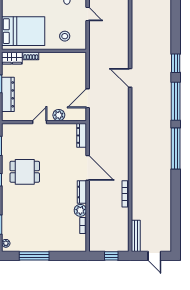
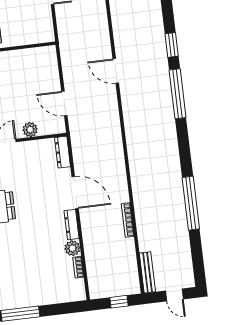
stool: (65, 36) -> (25, 28), removed
door: (88, 98) -> (64, 103), hinge flipped
window: (176, 148) -> (191, 203), moved

